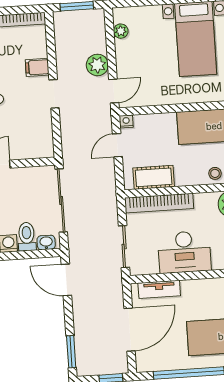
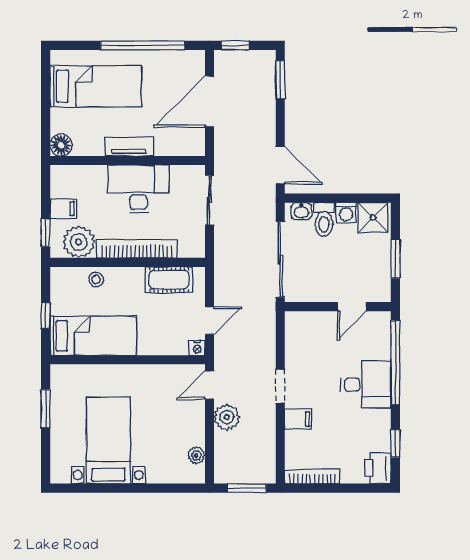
bookcase: (159, 203) -> (137, 249), moved
tv unit: (159, 289) -> (129, 147), moved

